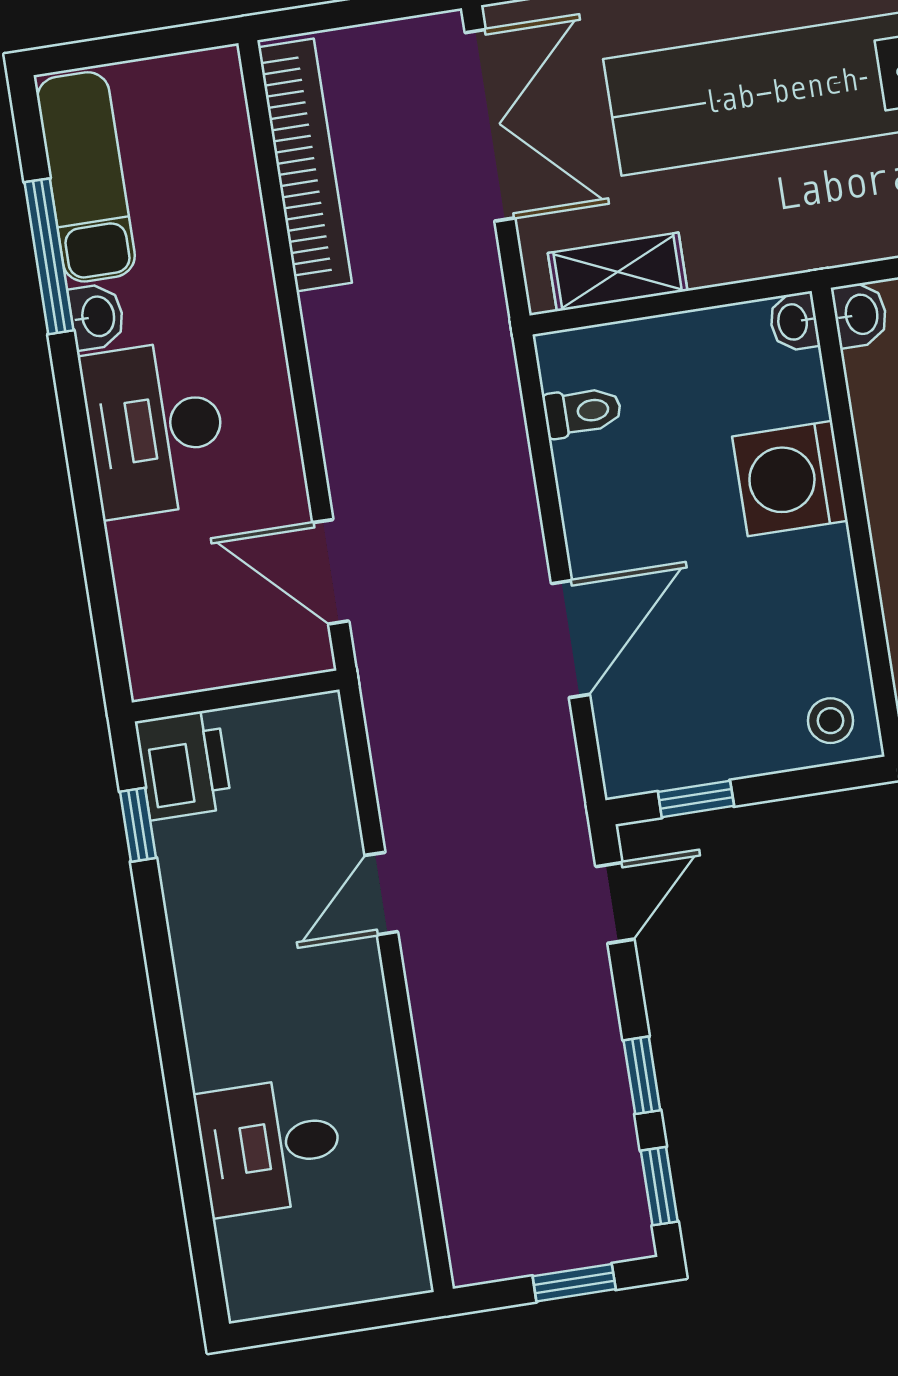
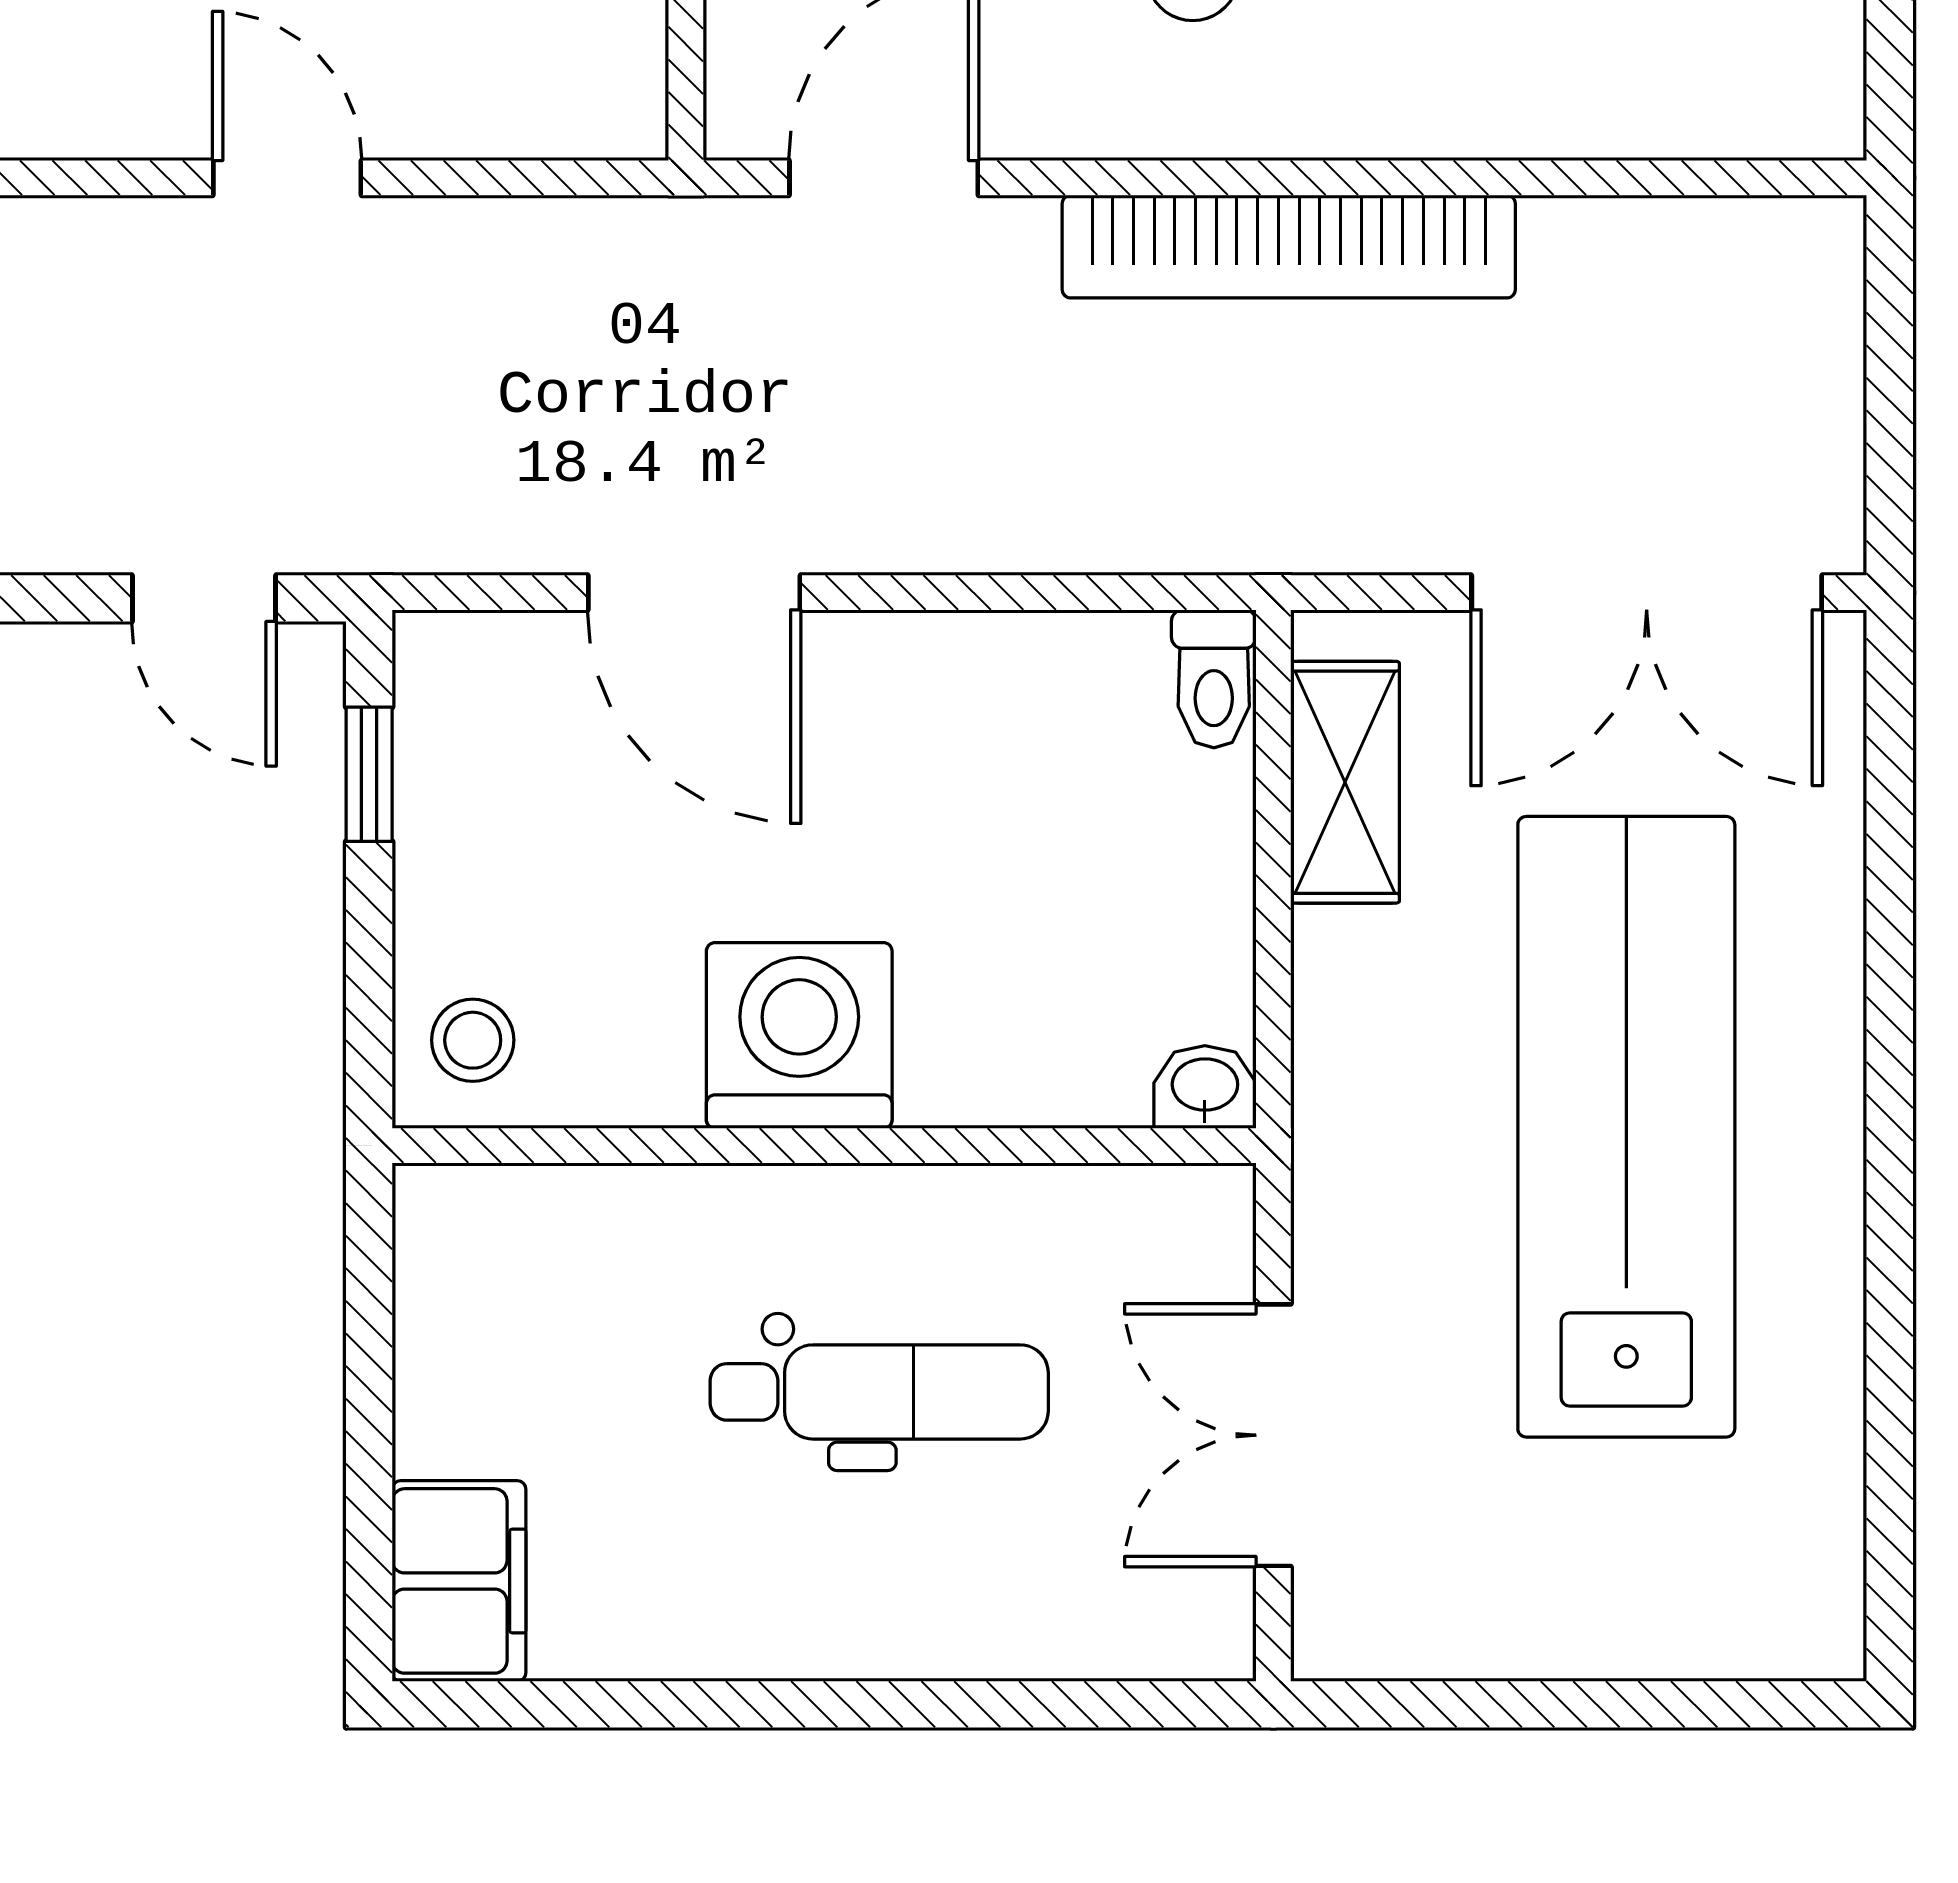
bookcase: (305, 165) -> (1289, 247), moved
washbasin: (860, 315) -> (1199, 1209), removed
toilet: (582, 412) -> (1214, 679), moved
washing machine: (790, 479) -> (799, 1035), moved

